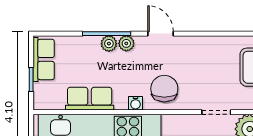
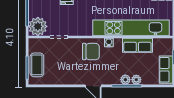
plant: (126, 43) -> (136, 80), moved
chair: (164, 89) -> (91, 52), turned -90

